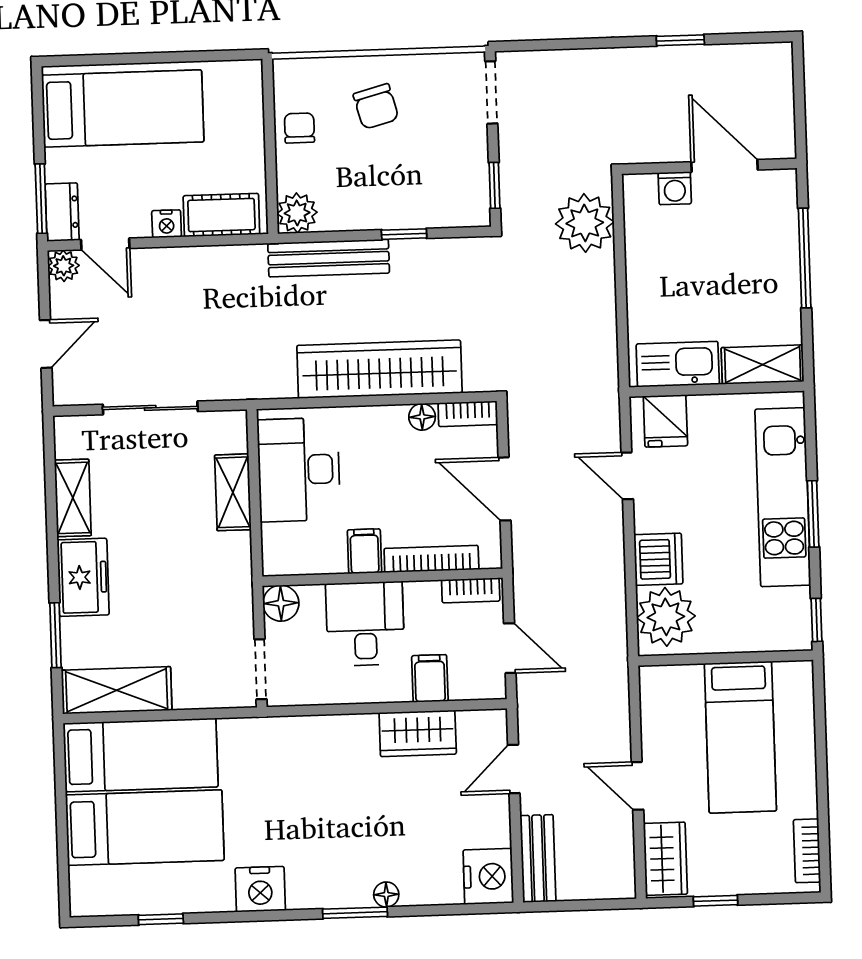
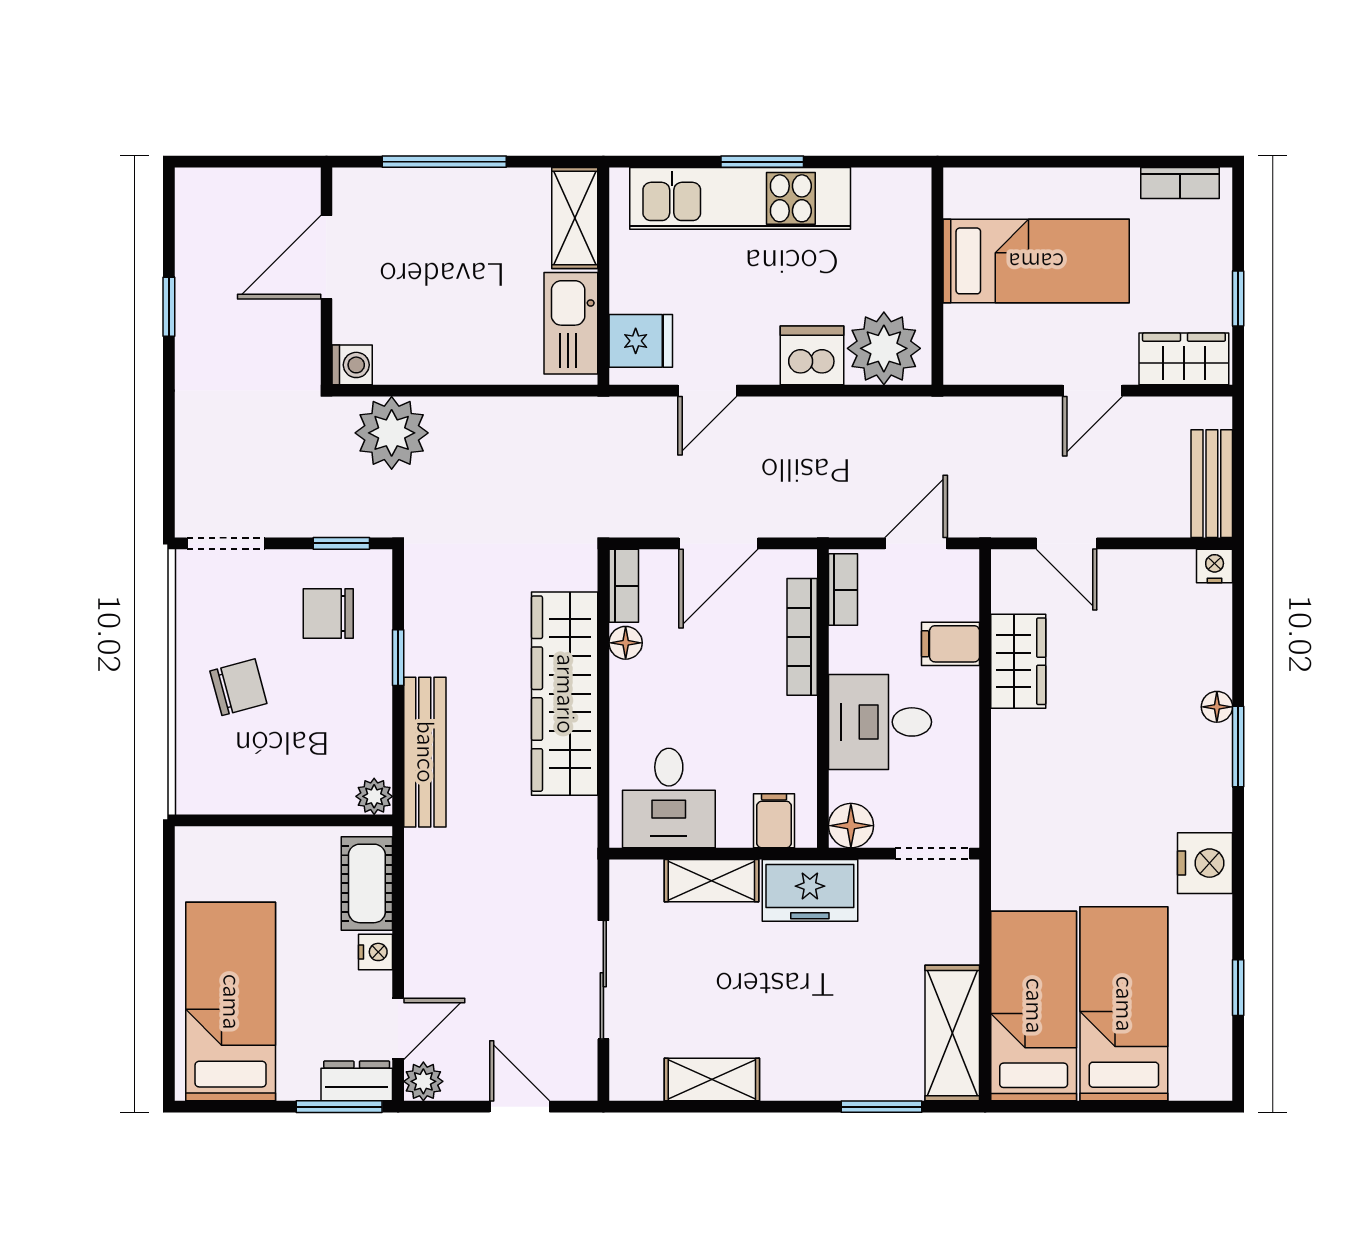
chair: (299, 128) -> (328, 614), moved, width x1.37, depth x1.37
washing machine: (675, 188) -> (352, 365), moved
plant: (297, 213) -> (374, 796), width x0.73, depth x0.73
desk: (299, 470) -> (669, 798), width x0.73
filing cabinet: (364, 551) -> (774, 821), moved, turned 90
freezer: (83, 577) -> (810, 890), moved, turned 180
window: (817, 620) -> (894, 162), removed
bench: (538, 859) -> (1212, 484), moved, turned 90
nightstand: (488, 876) -> (1215, 566), width x0.53, depth x0.56

